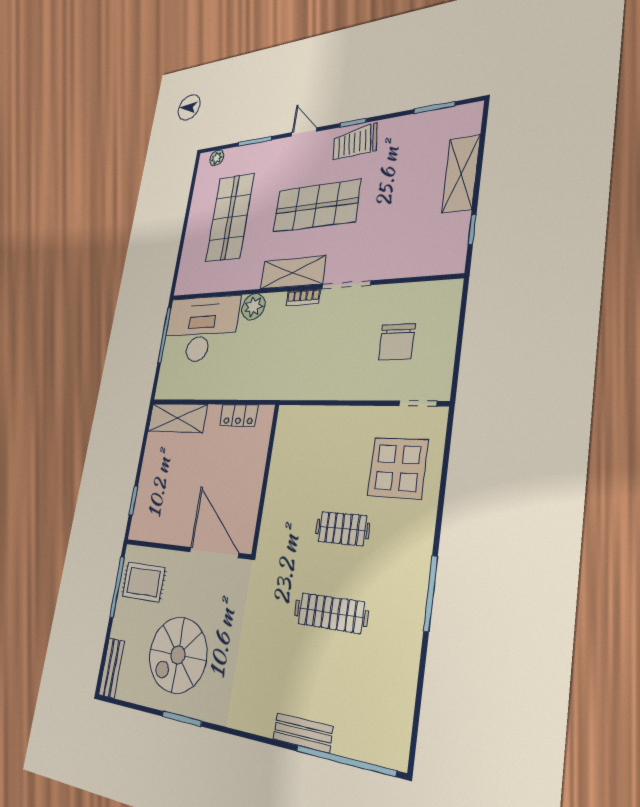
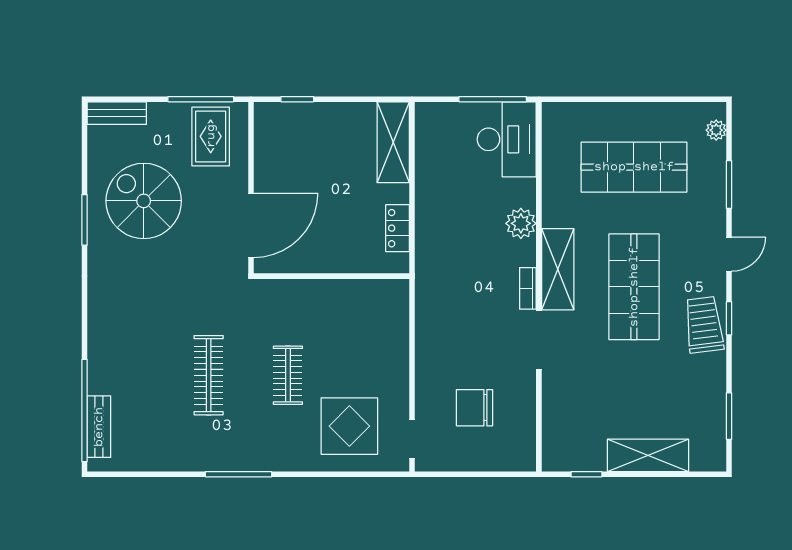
desk: (201, 329) -> (507, 139), width x0.73, depth x0.77
bench: (303, 733) -> (99, 427), moved

